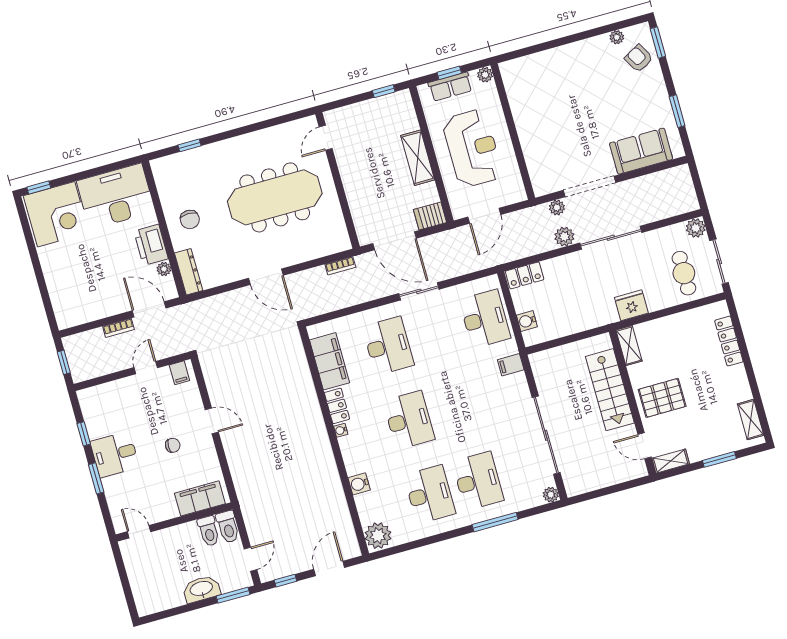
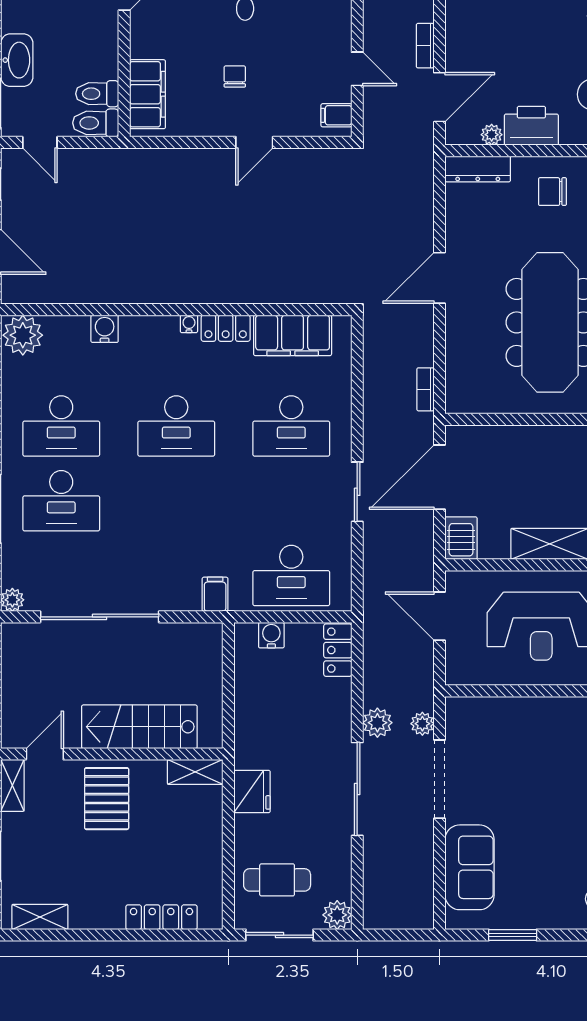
chair: (173, 445) -> (235, 76), turned 180

